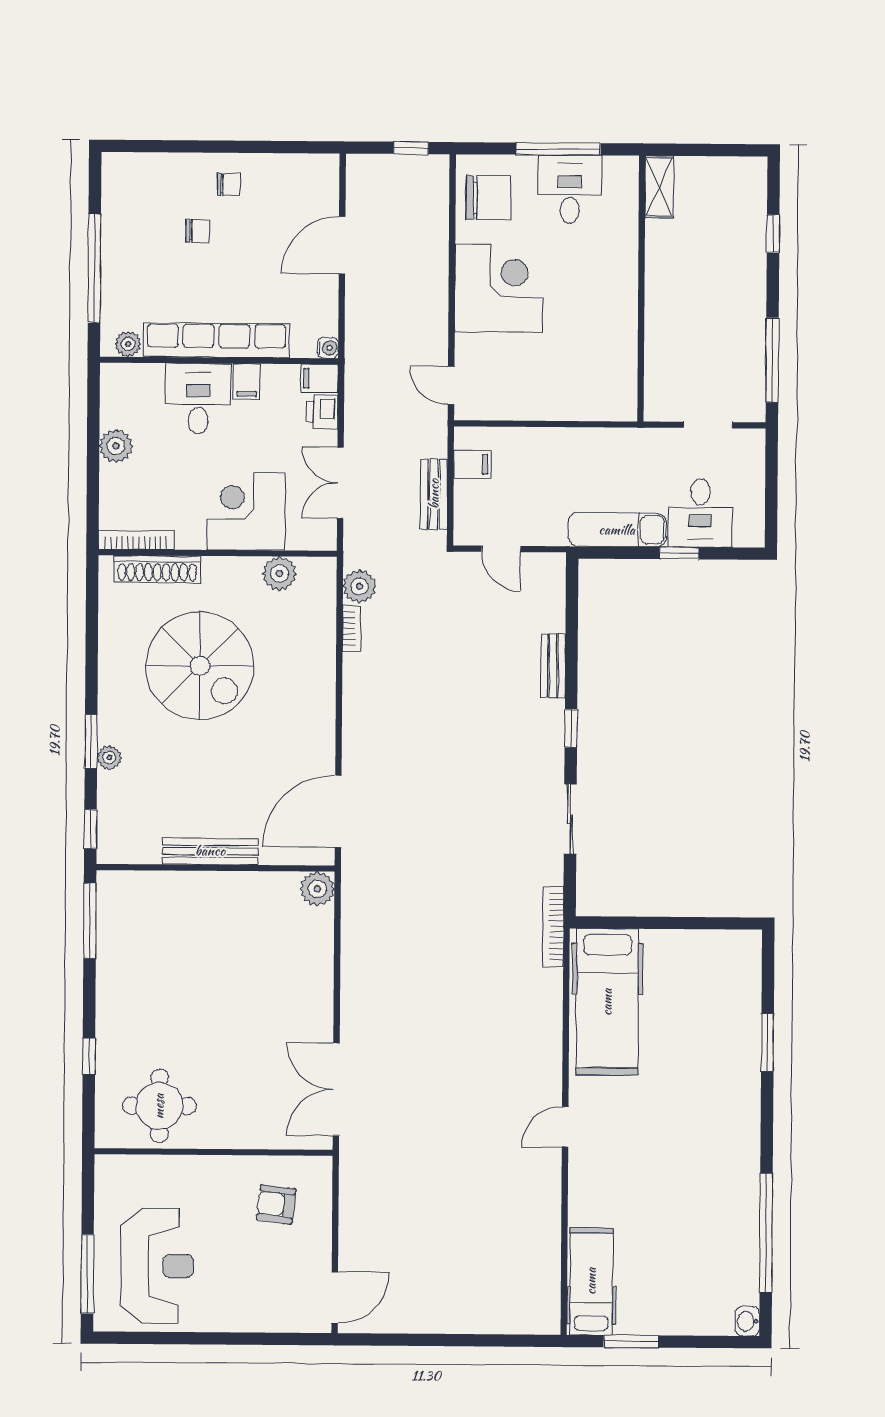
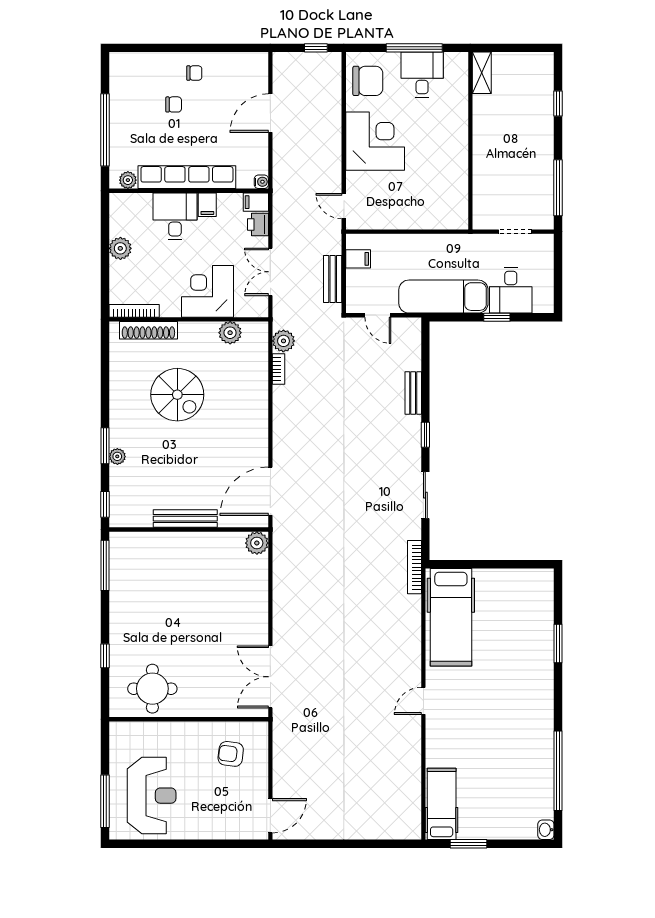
exam couch: (617, 530) -> (443, 297), width x1.36, depth x1.45
spiral stairs: (200, 666) -> (177, 395), width x0.73, depth x0.73

